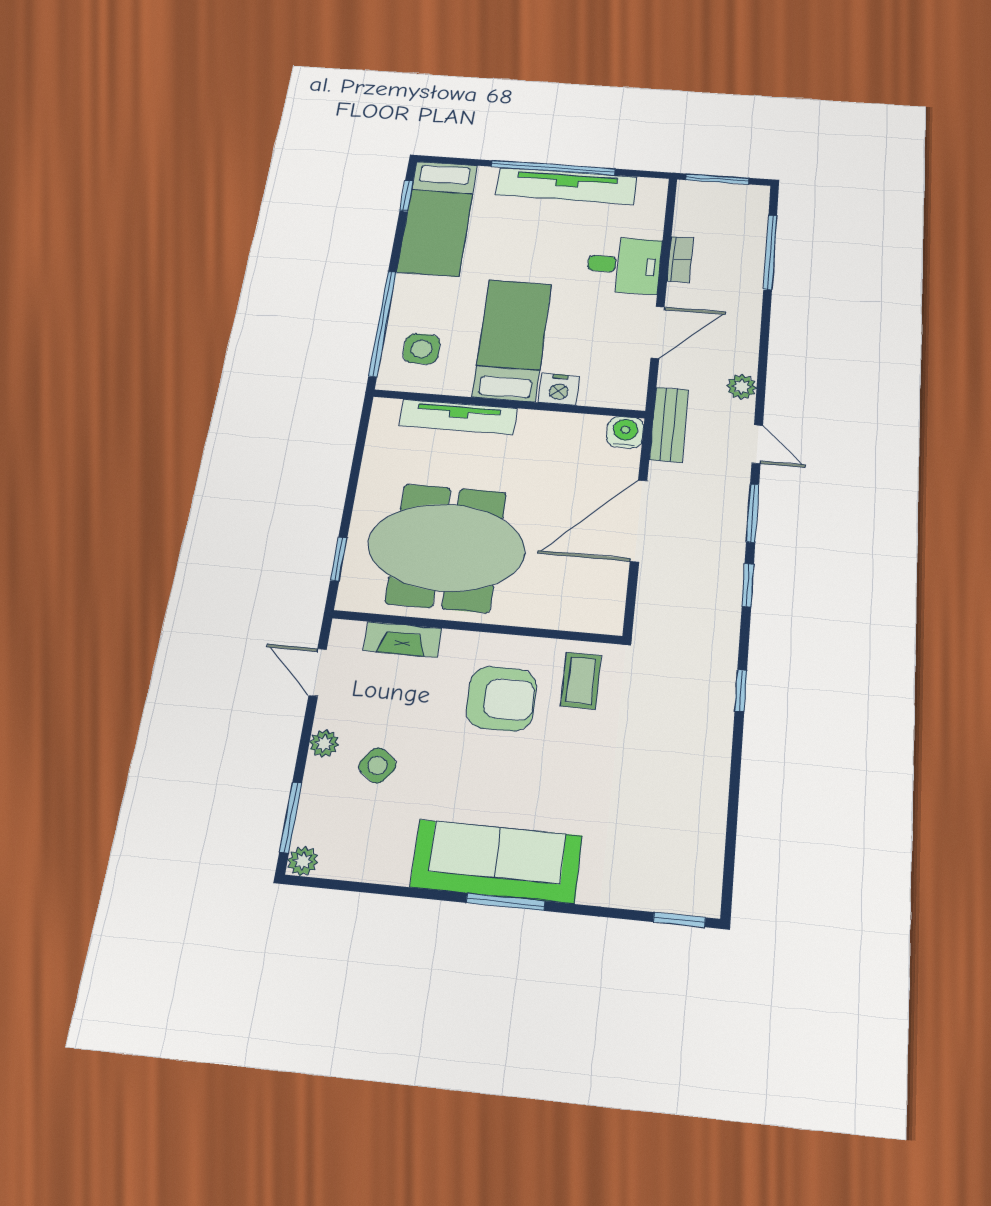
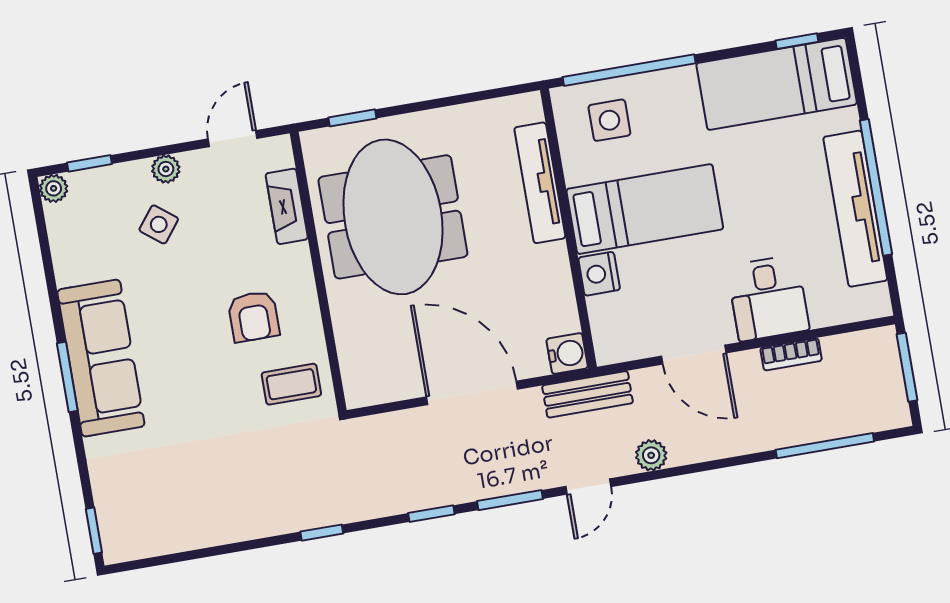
armchair: (501, 699) -> (254, 316), width x0.72, depth x0.72
window: (291, 817) -> (89, 163), width x0.67

